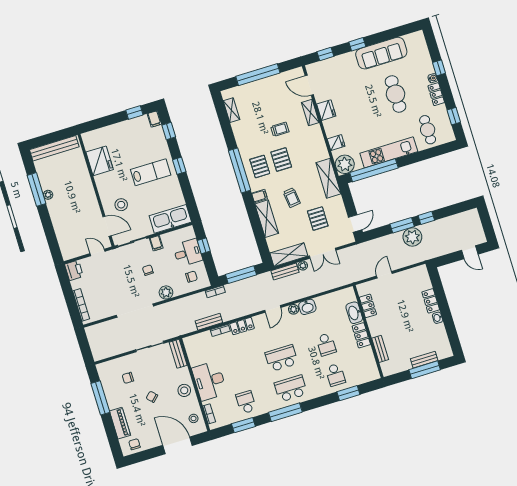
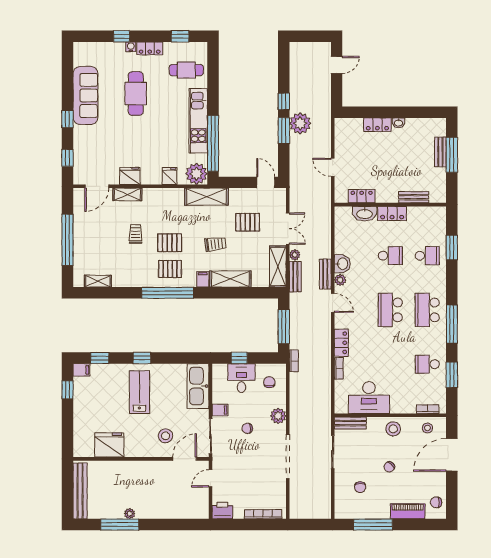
cafe table: (396, 94) -> (136, 94), turned 90
bench: (209, 322) -> (325, 274), moved
desk: (209, 381) -> (369, 398), moved

